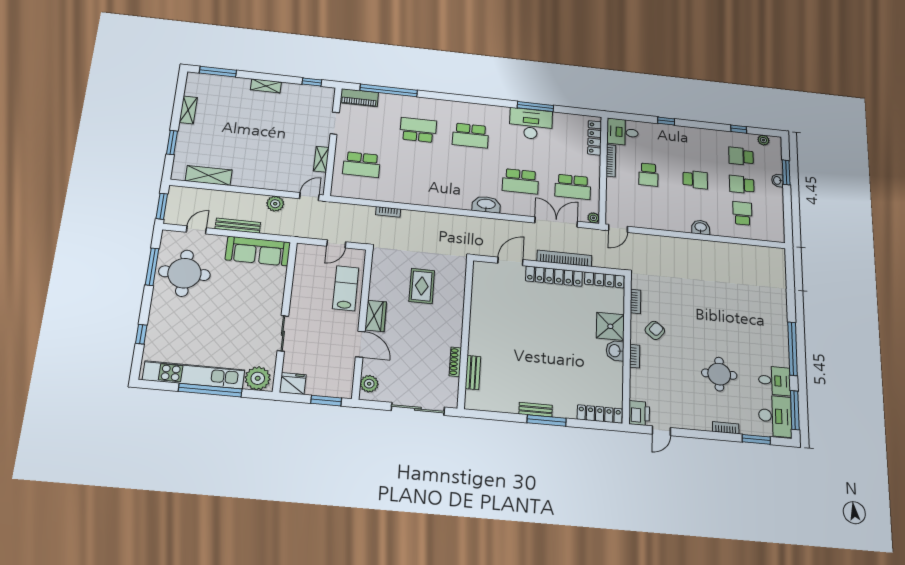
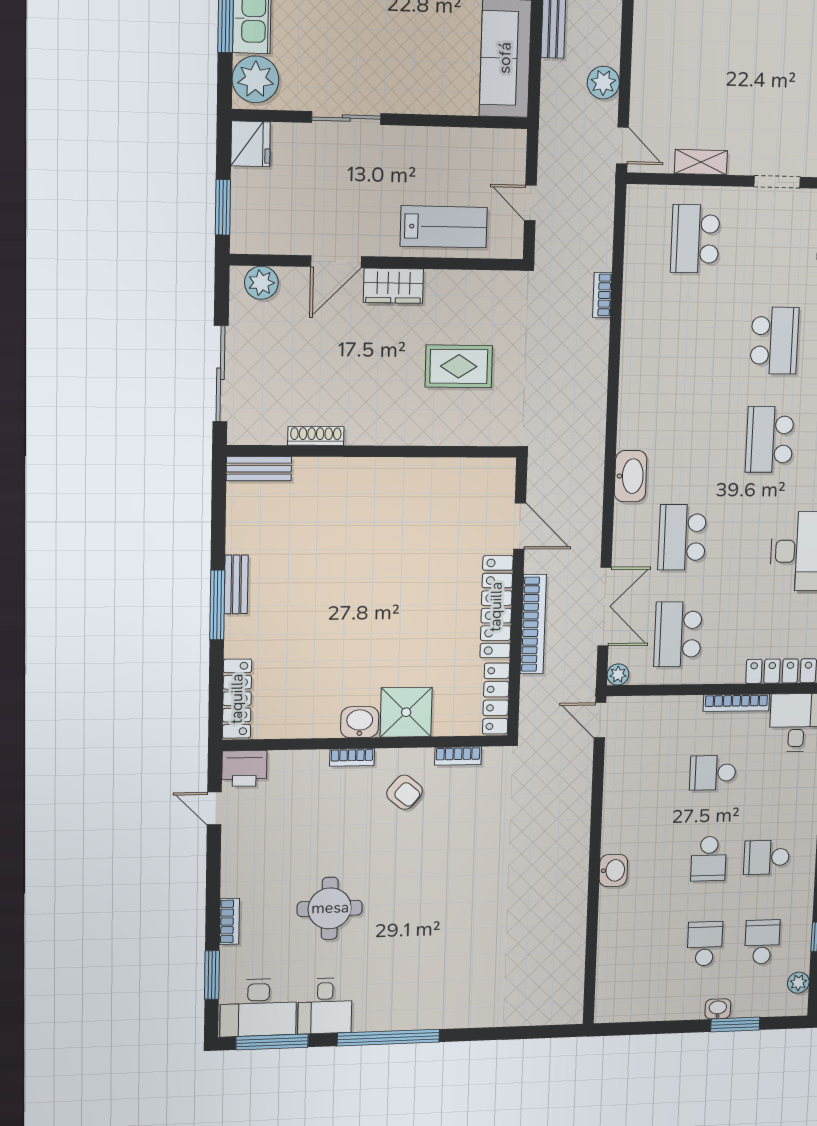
school desk: (742, 213) -> (766, 857), moved, turned 180
bench: (473, 373) -> (259, 469), moved

